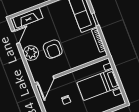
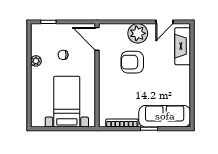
door: (16, 37) -> (165, 22), hinge flipped

